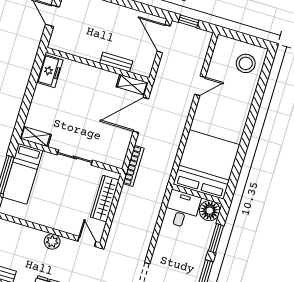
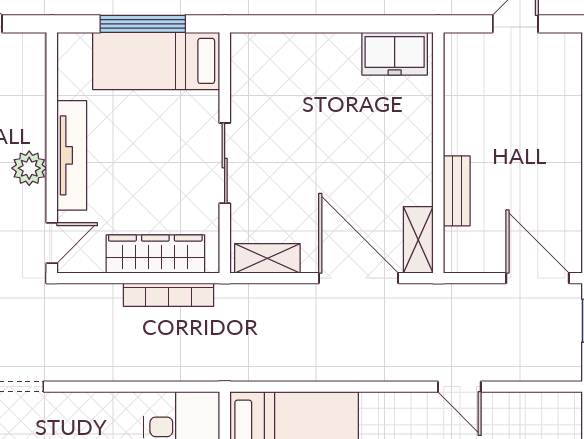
door: (164, 39) -> (538, 278), hinge flipped
shelving: (36, 137) -> (267, 258), moved, turned 90
bookcase: (133, 166) -> (169, 295), moved
tv unit: (52, 222) -> (72, 155), added

